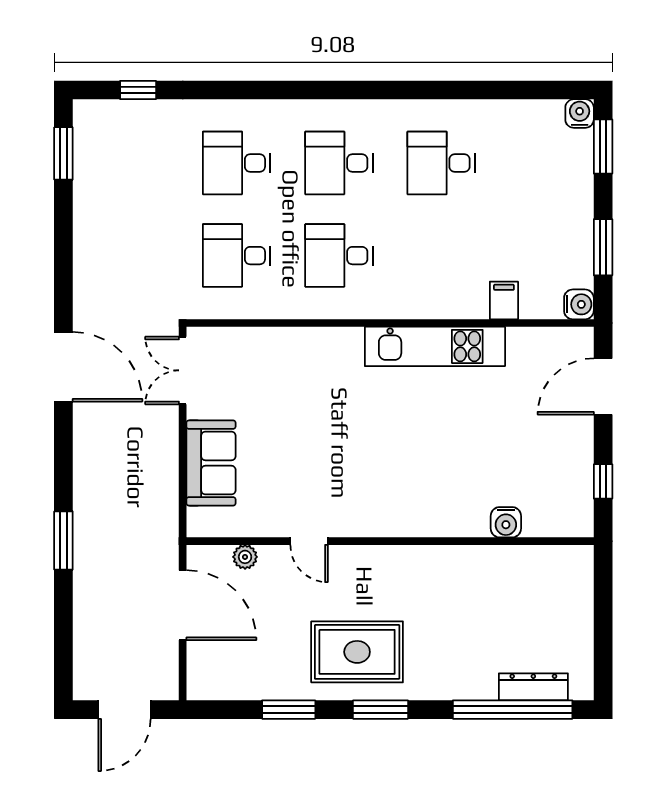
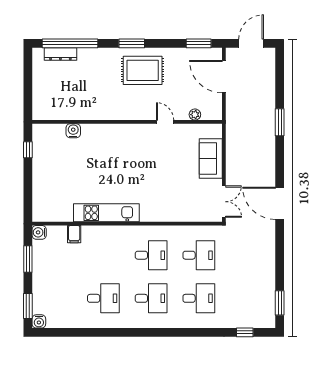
door: (603, 386) -> (28, 194), removed
door: (183, 605) -> (224, 77), moved
window: (289, 710) -> (199, 43), moved

